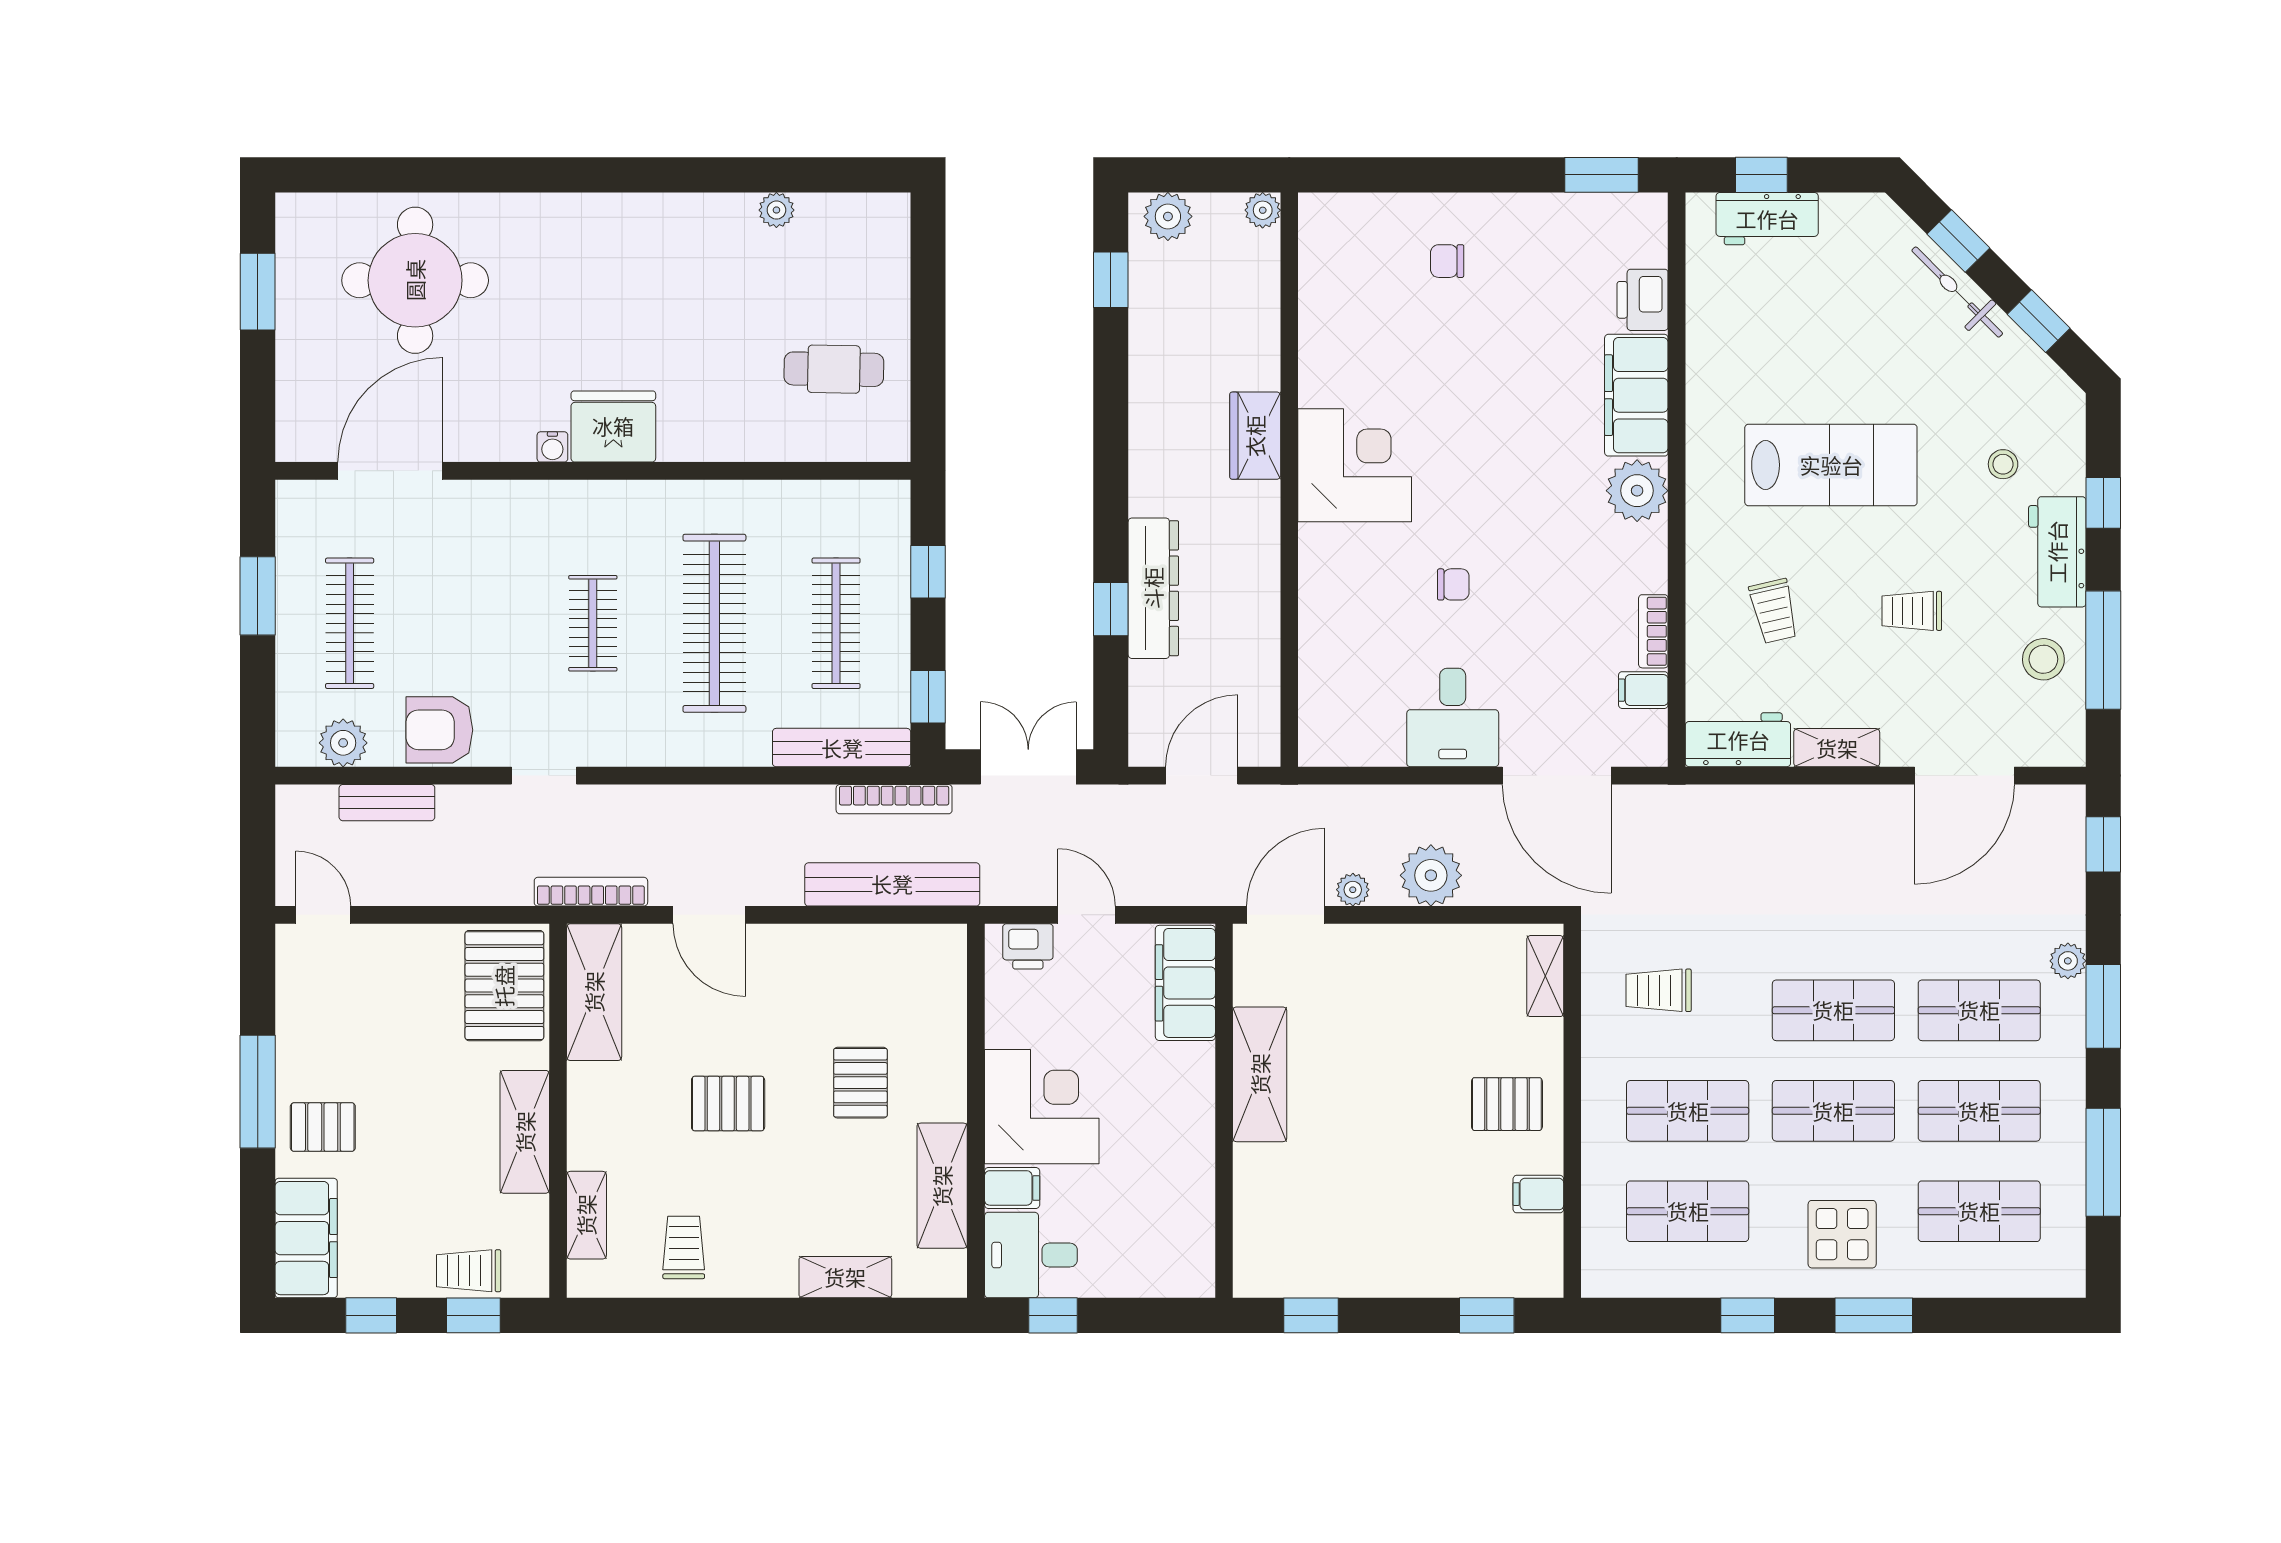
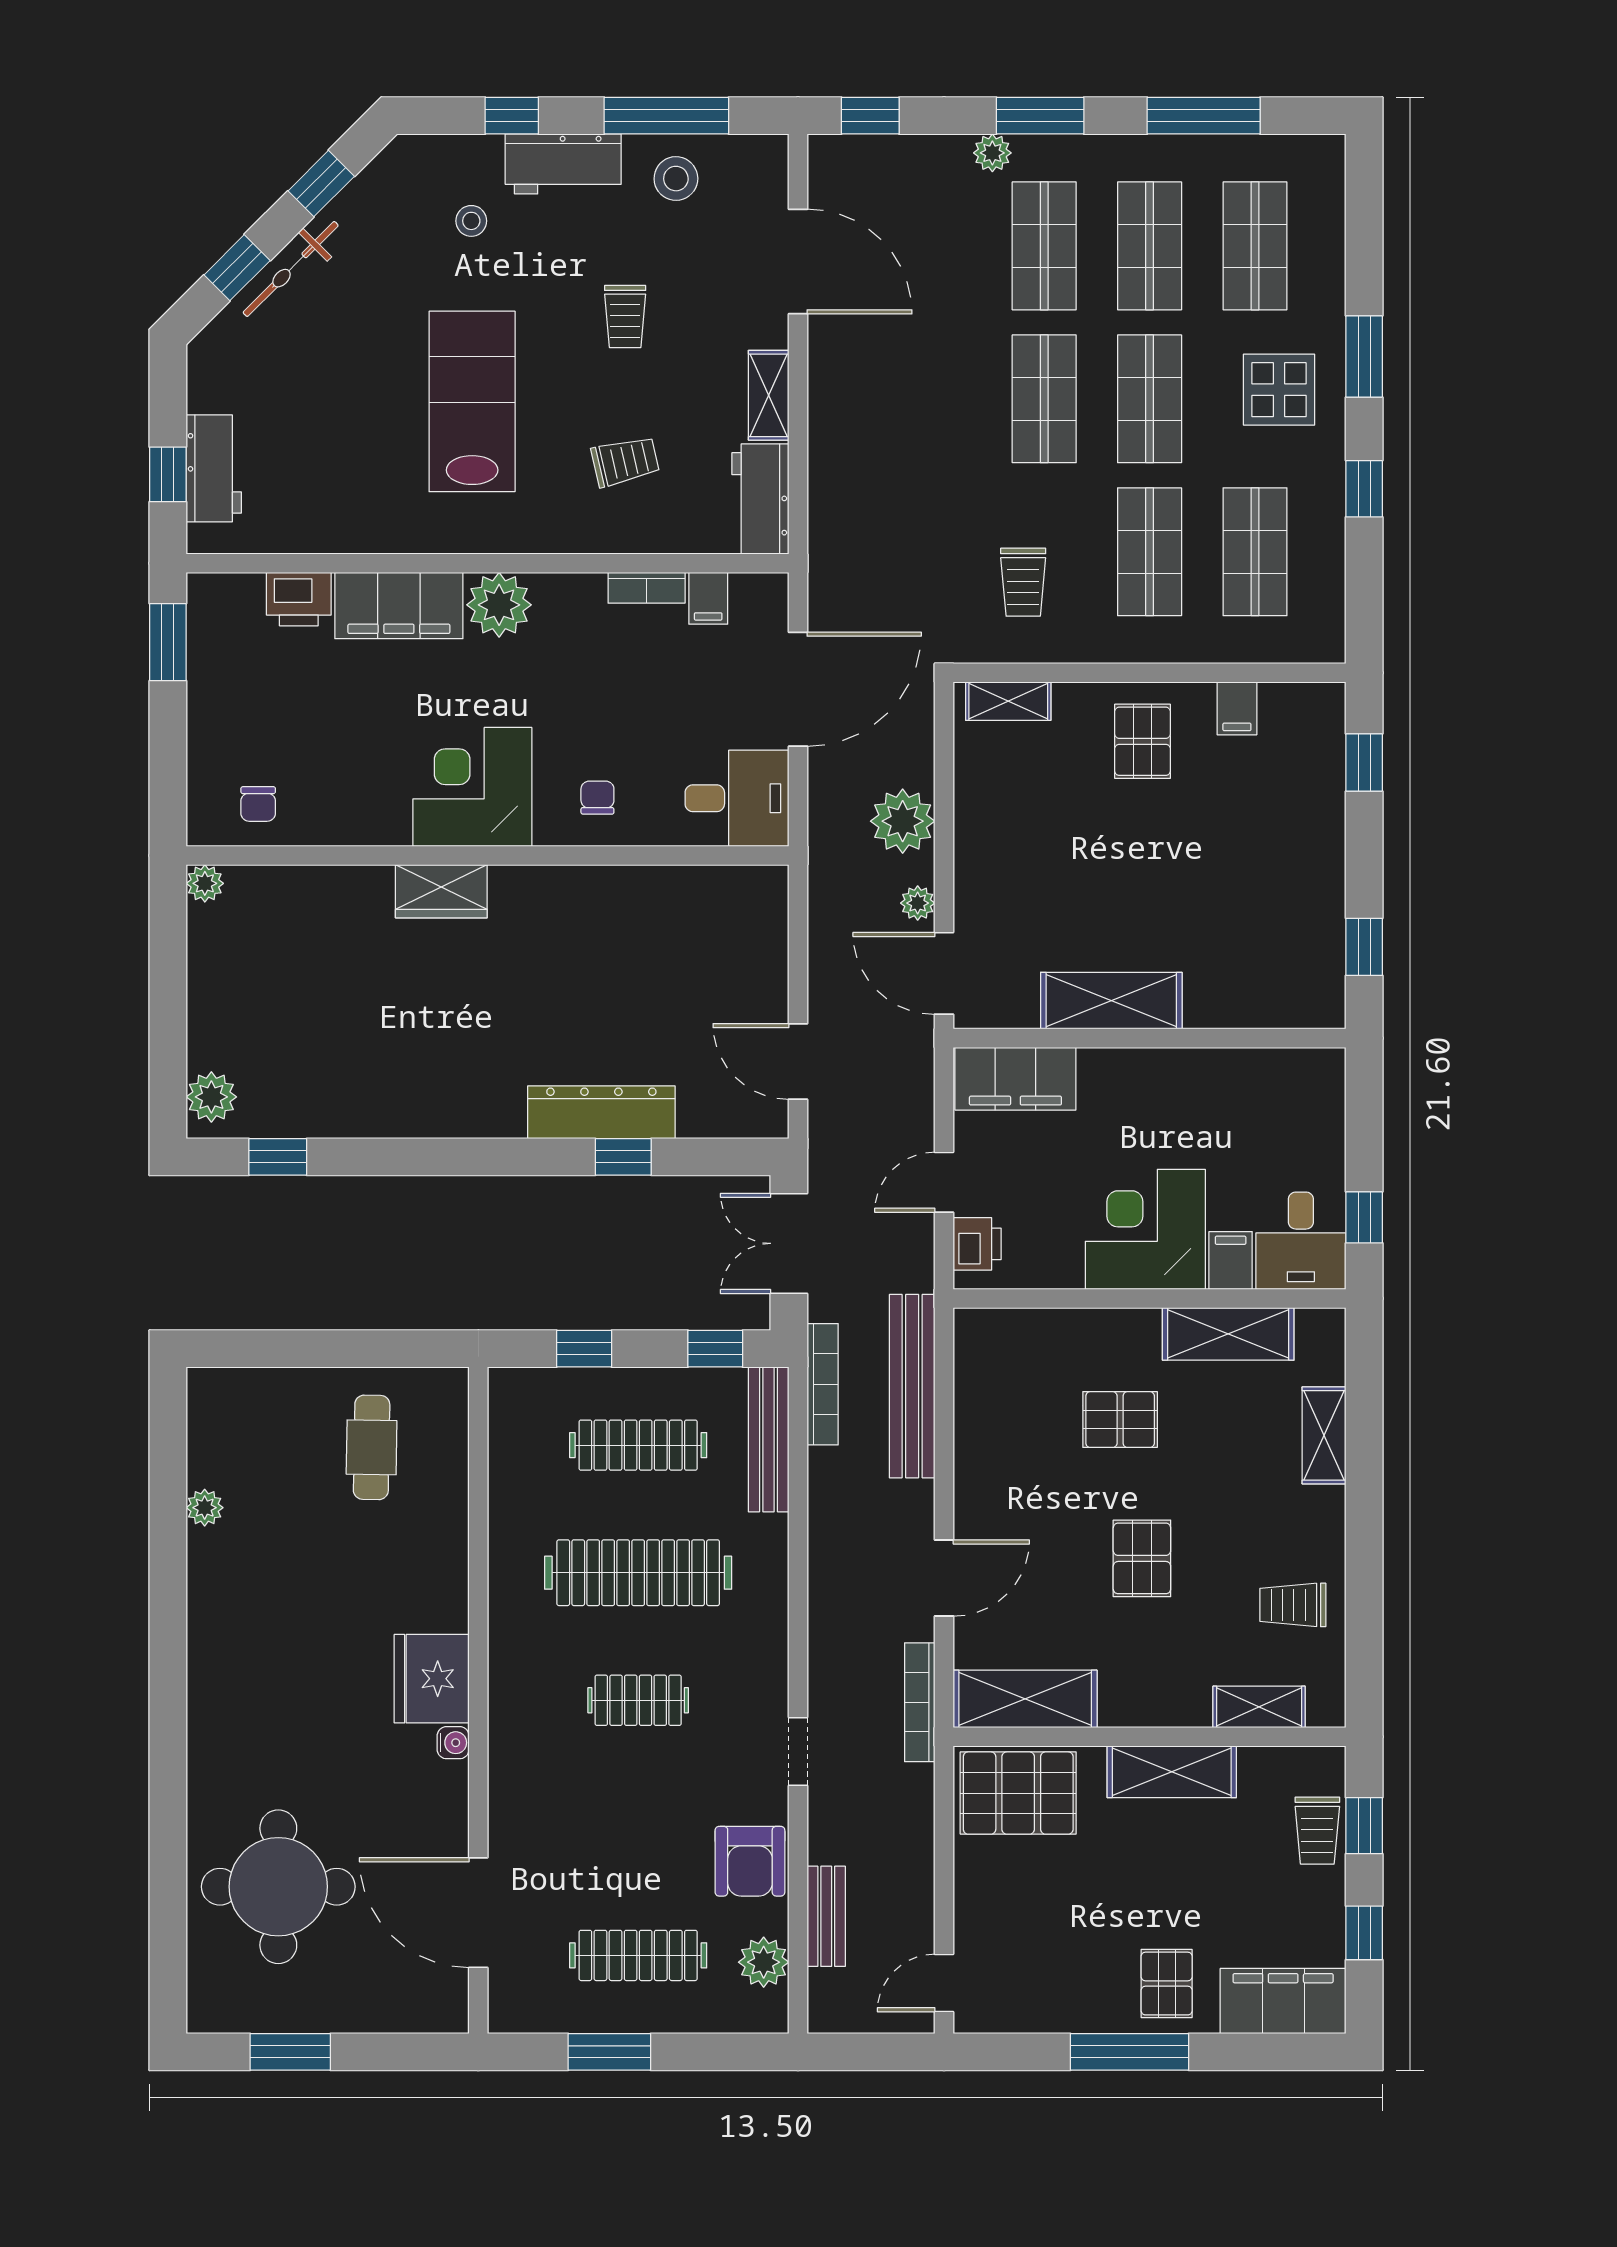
plant: (1263, 210) -> (205, 883), moved
wardrobe: (1255, 436) -> (441, 891), moved
corner desk: (1355, 465) -> (472, 787), moved
wall: (1289, 480) -> (487, 855), moved

